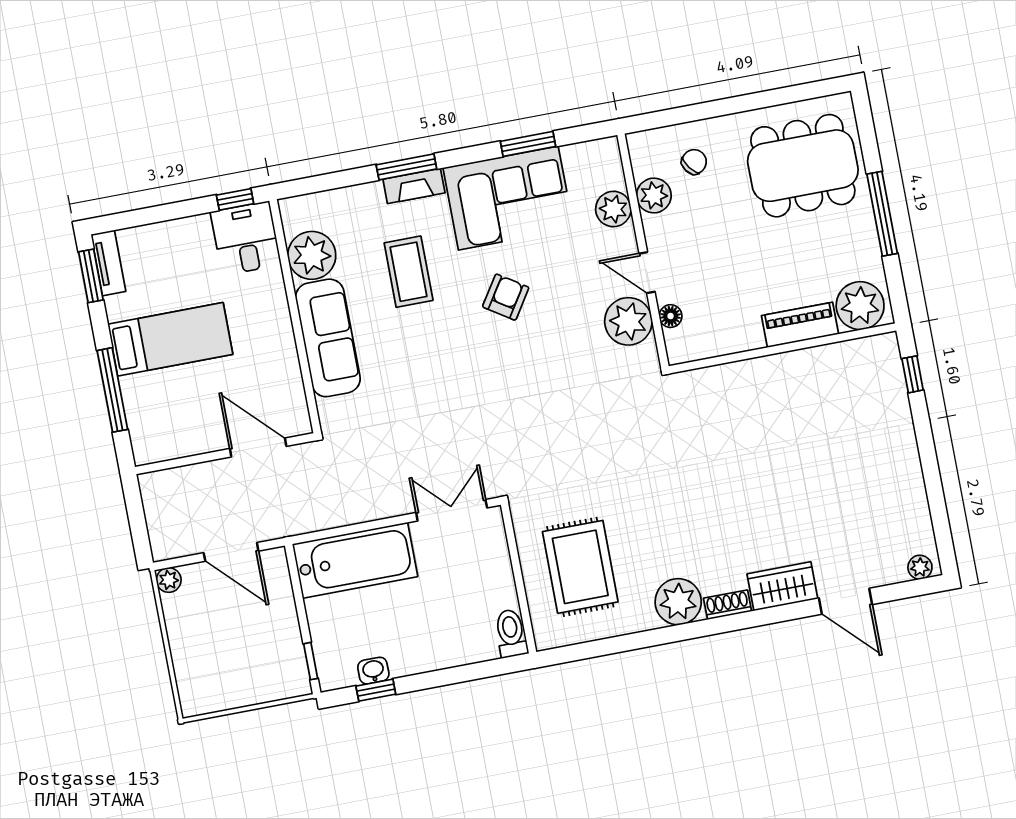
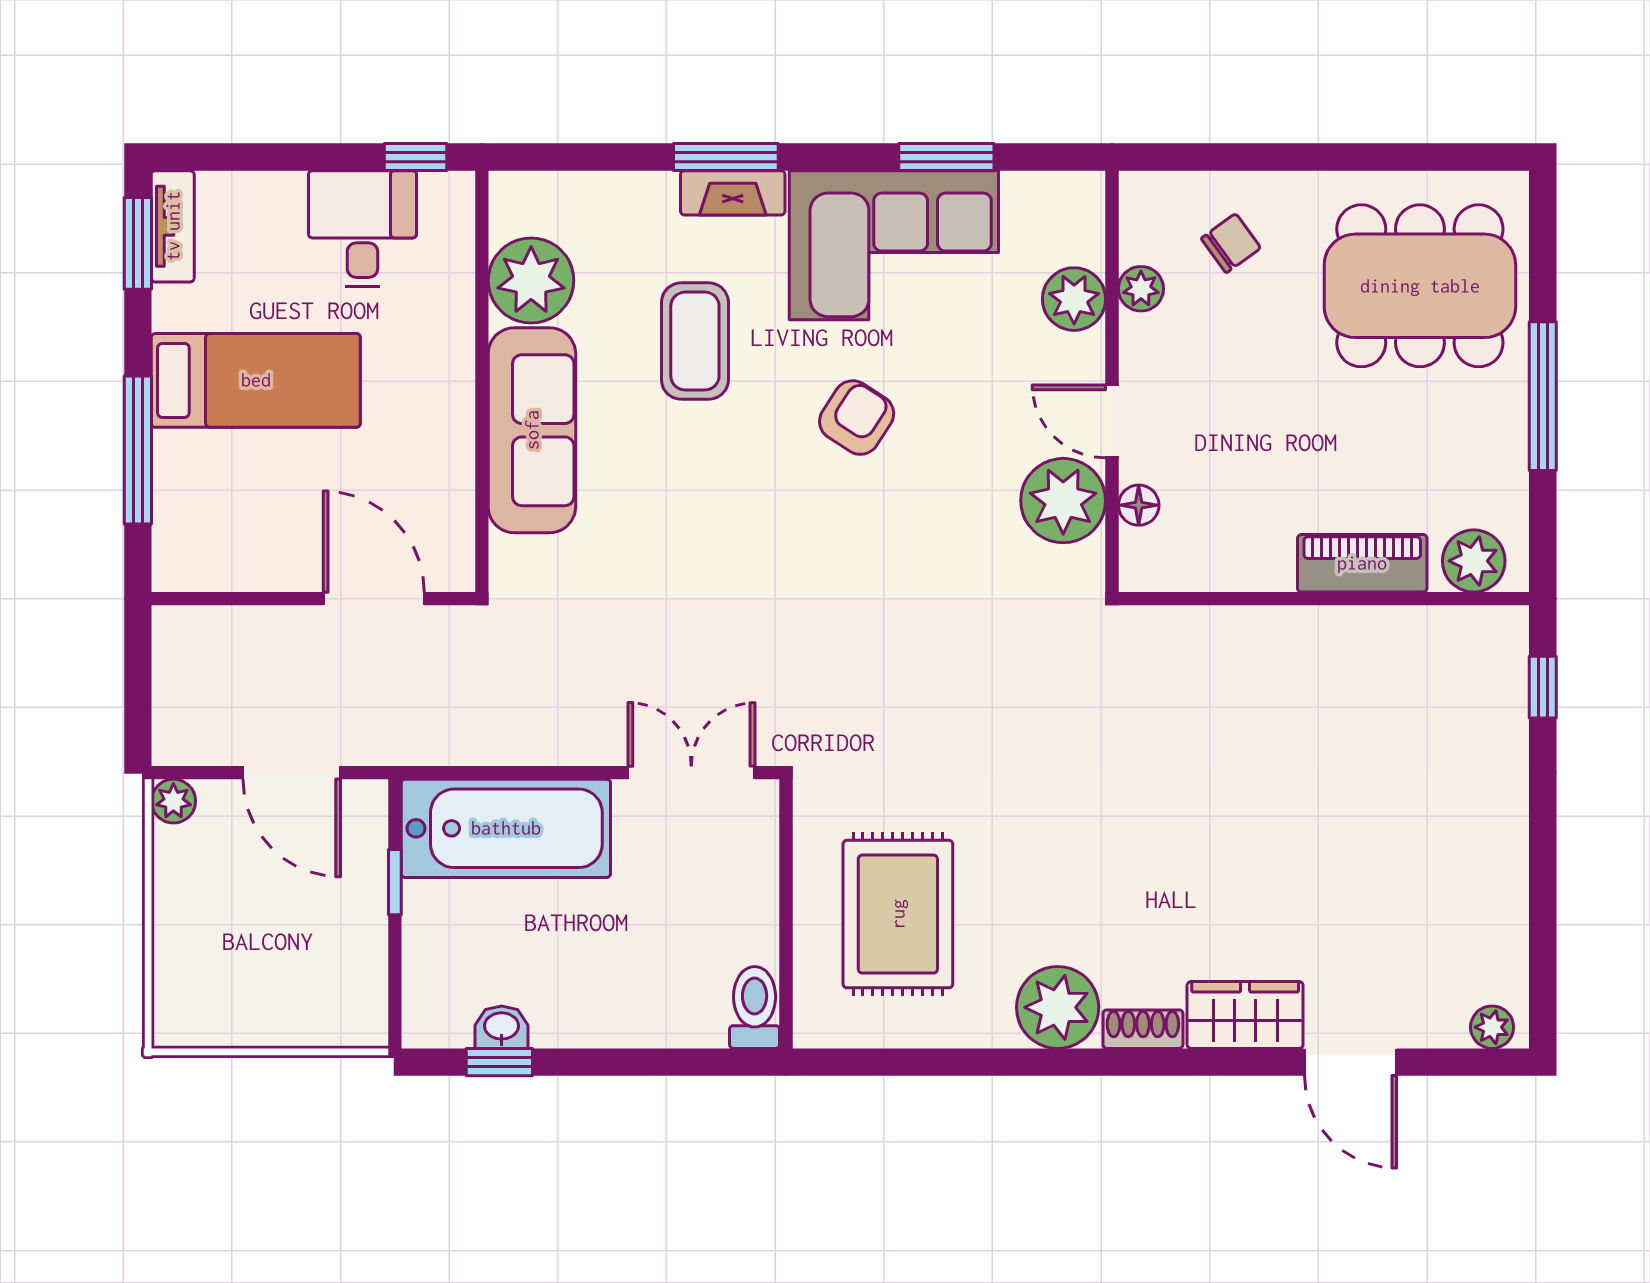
plant: (654, 195) -> (1141, 289), width x0.73, depth x0.73
desk: (246, 238) -> (362, 229), moved
plant: (860, 306) -> (1474, 561), width x0.73, depth x0.73
window: (311, 661) -> (395, 882), moved

